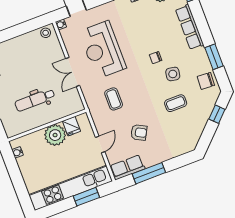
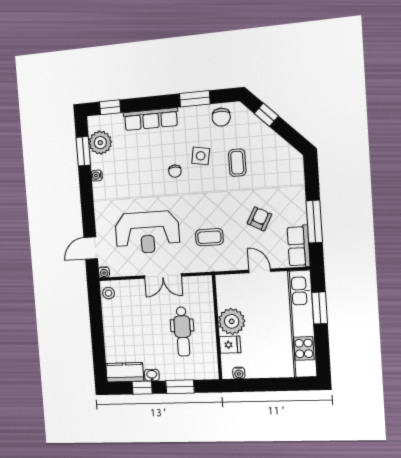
fridge: (71, 126) -> (230, 345), moved

